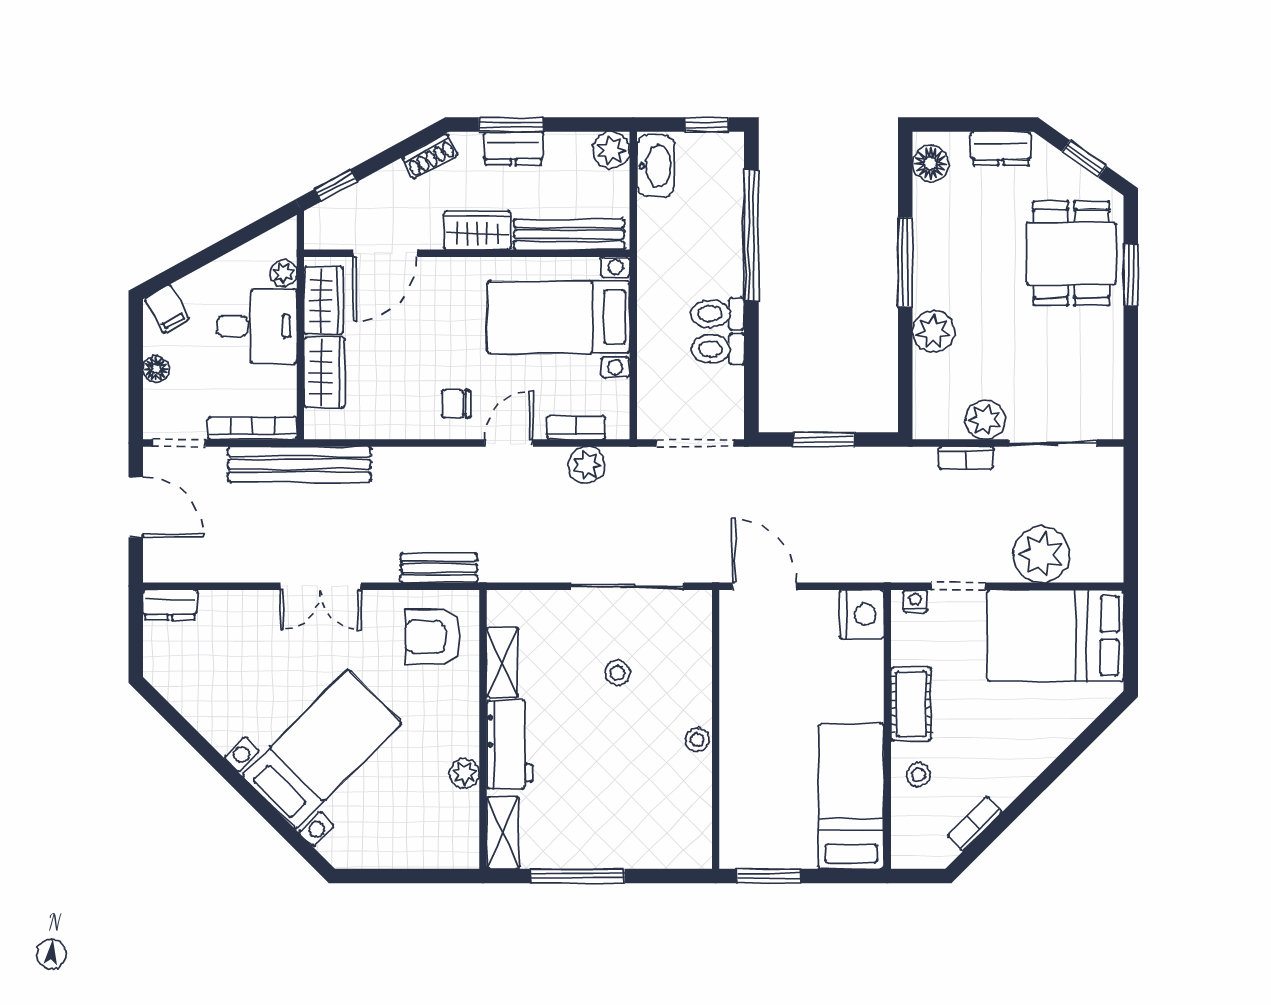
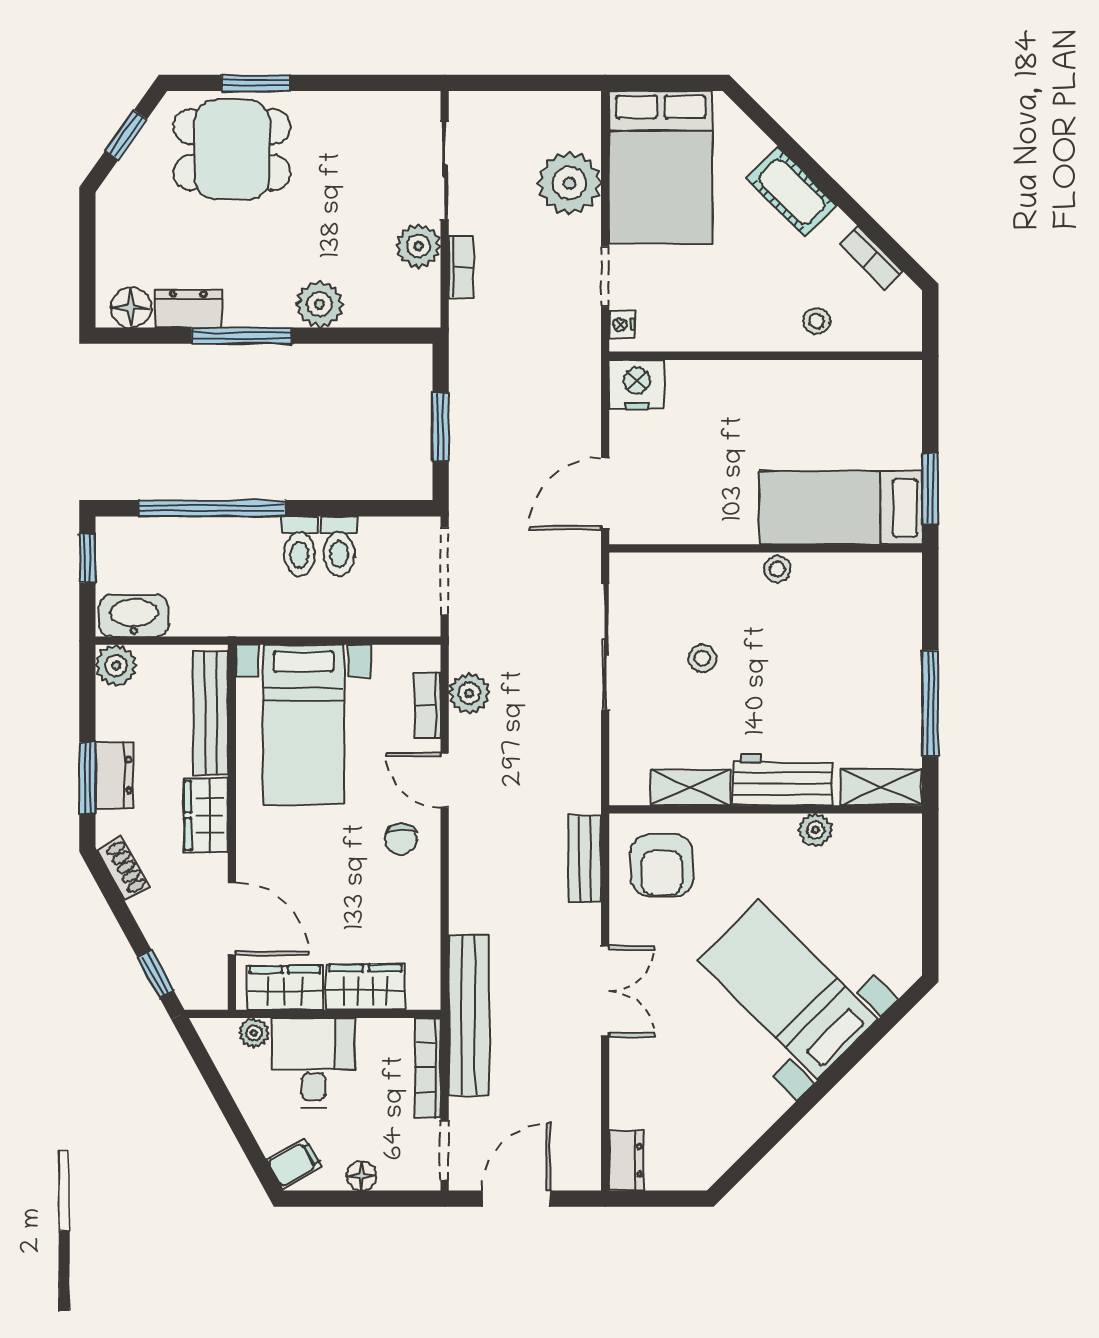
dresser: (1001, 148) -> (188, 309), moved, turned -90
cot: (911, 704) -> (792, 192), moved, turned 45
bed: (851, 796) -> (841, 508), moved

